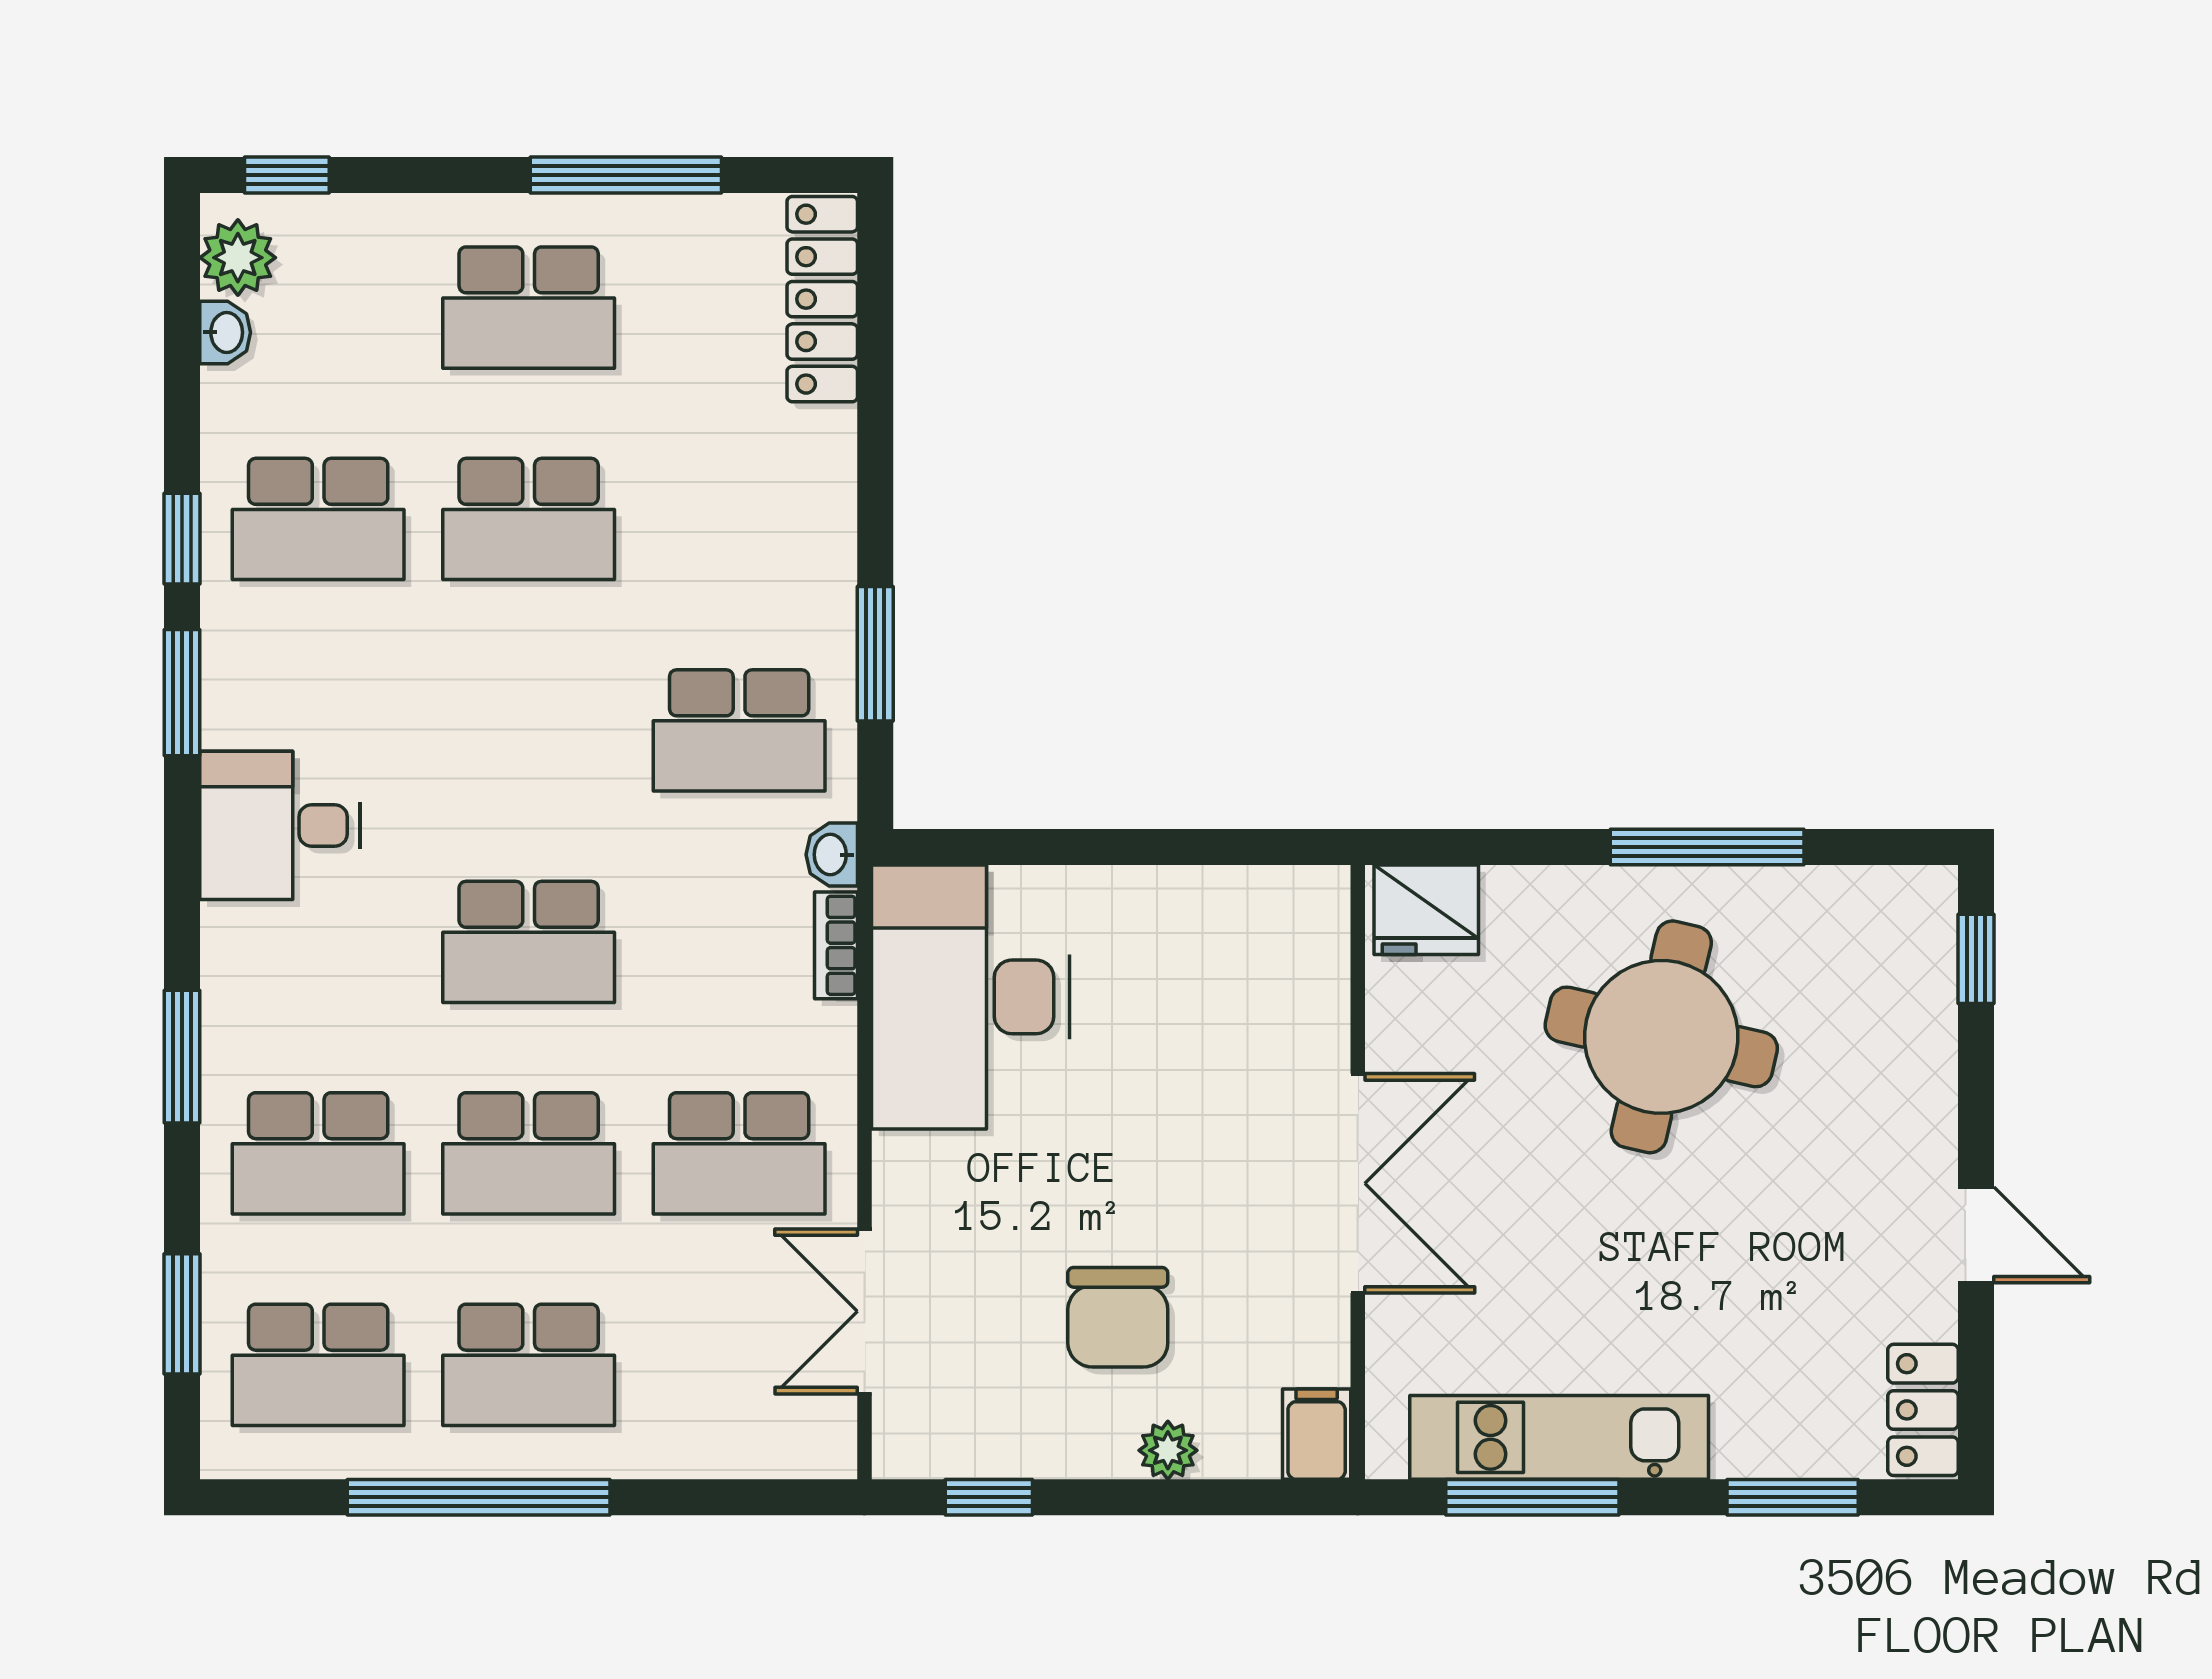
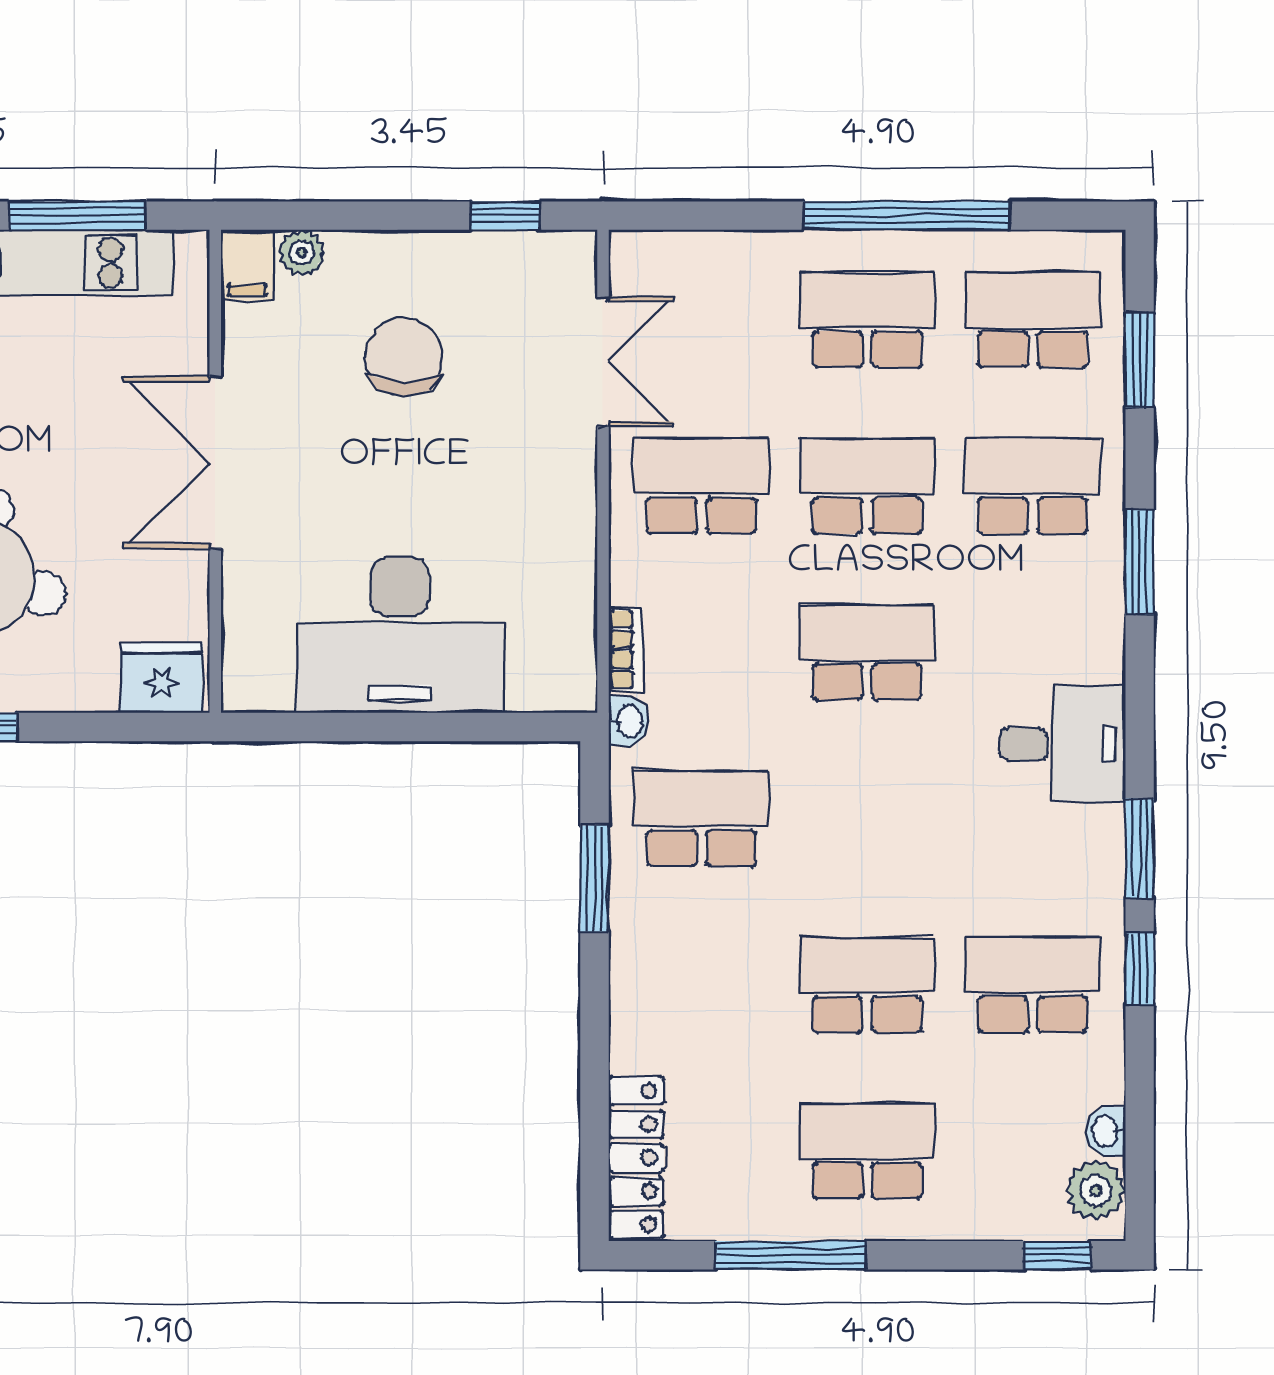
desk: (971, 997) -> (400, 635), moved, turned 90
plant: (1168, 1450) -> (302, 253), moved

